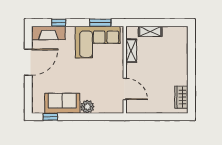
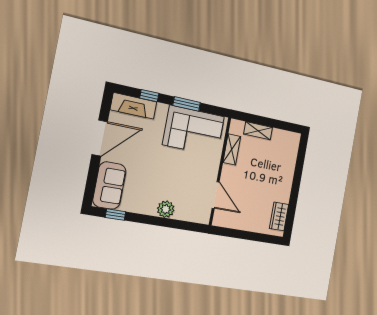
window: (100, 23) -> (187, 104), moved
sofa: (62, 103) -> (109, 185), moved, turned 90

